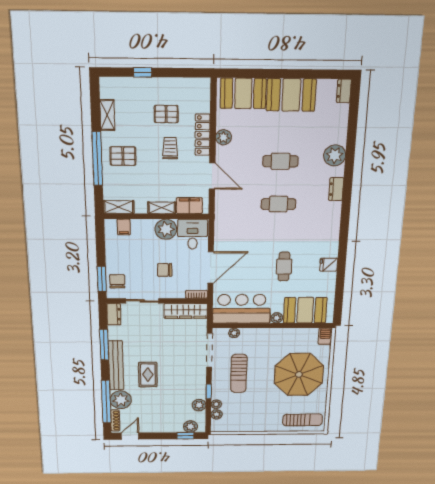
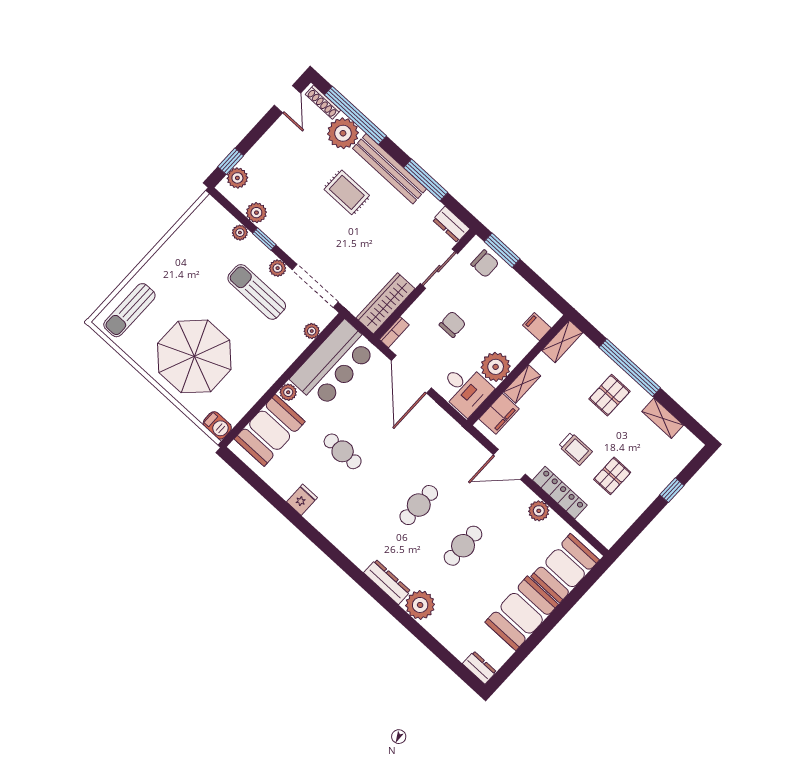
dresser: (336, 189) -> (387, 582), width x1.44
plant: (217, 414) -> (278, 268), moved

